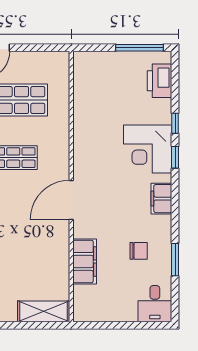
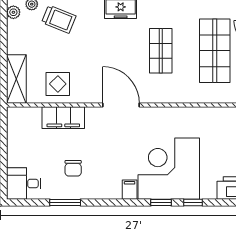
corner desk: (148, 149) -> (169, 169), width x1.36, depth x1.36
filing cabinet: (161, 199) -> (130, 190), width x0.50
display table: (49, 267) -> (58, 84), added

